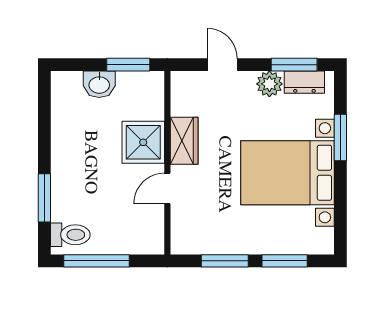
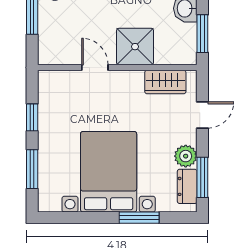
wardrobe: (184, 141) -> (165, 82), moved
window: (225, 261) -> (32, 117), width x0.67

